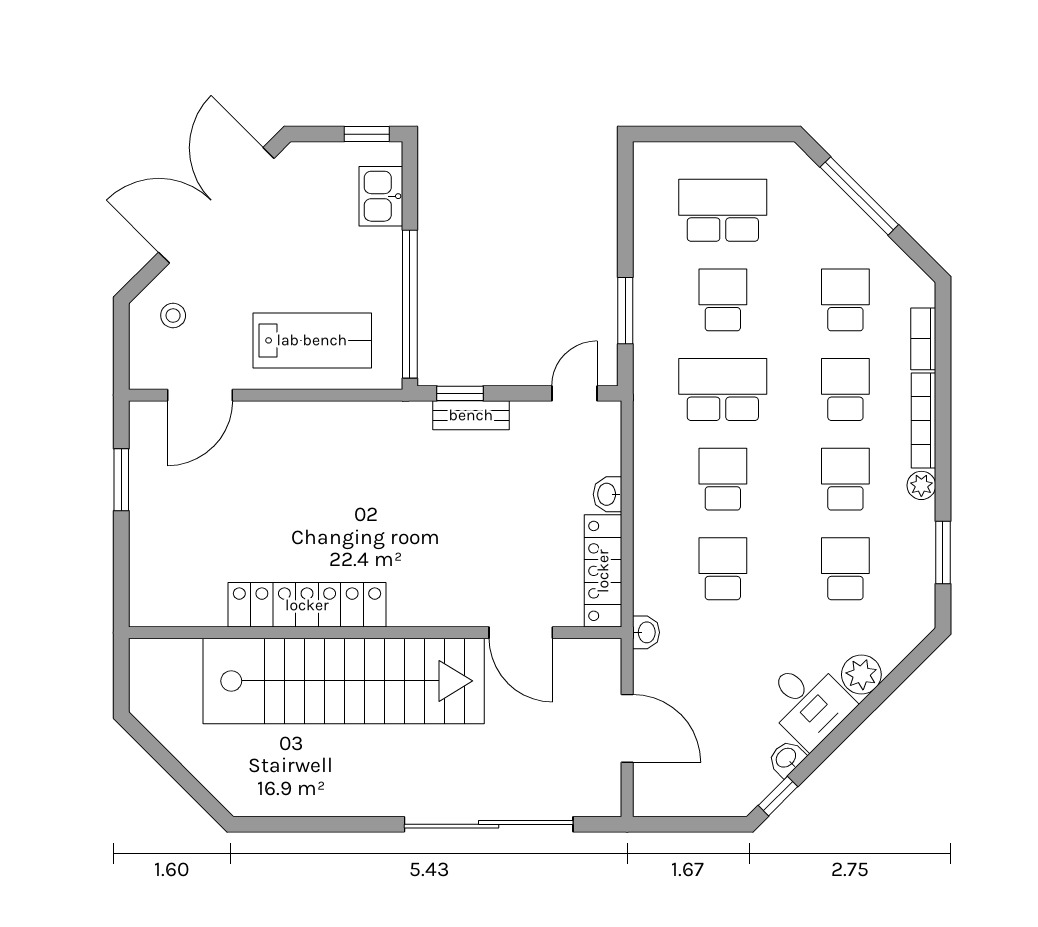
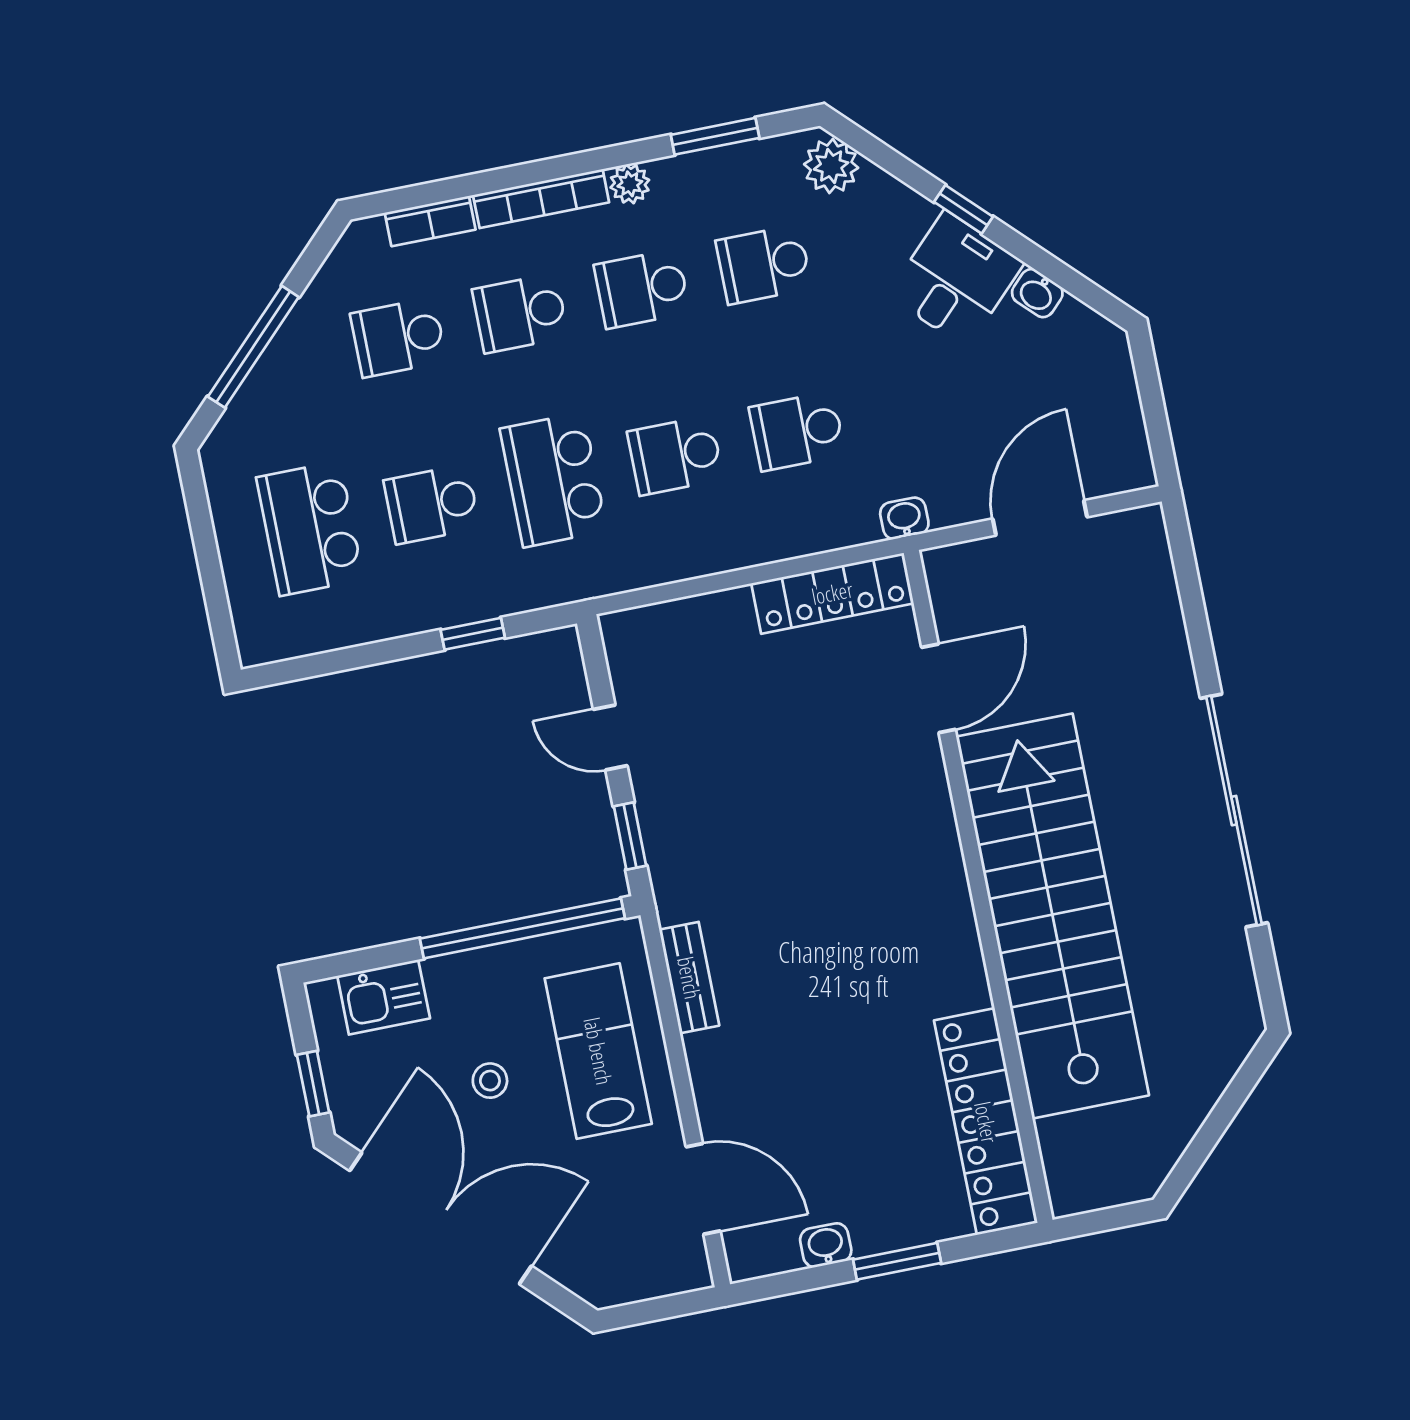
window: (367, 134) -> (313, 1084), moved
double door: (216, 205) -> (441, 1218), swing flipped
window: (625, 311) -> (473, 634), width x0.67
stool: (173, 316) -> (490, 1081), moved
door: (574, 393) -> (610, 738), moved
bench: (471, 415) -> (689, 978), moved
window: (121, 480) -> (897, 1261), moved
washbasin: (607, 494) -> (826, 1245), moved, turned 180
locker: (307, 605) -> (986, 1122), moved
plant: (861, 675) -> (831, 166), moved
window: (778, 796) -> (963, 209), moved
sliding door: (489, 824) -> (1234, 811), moved

